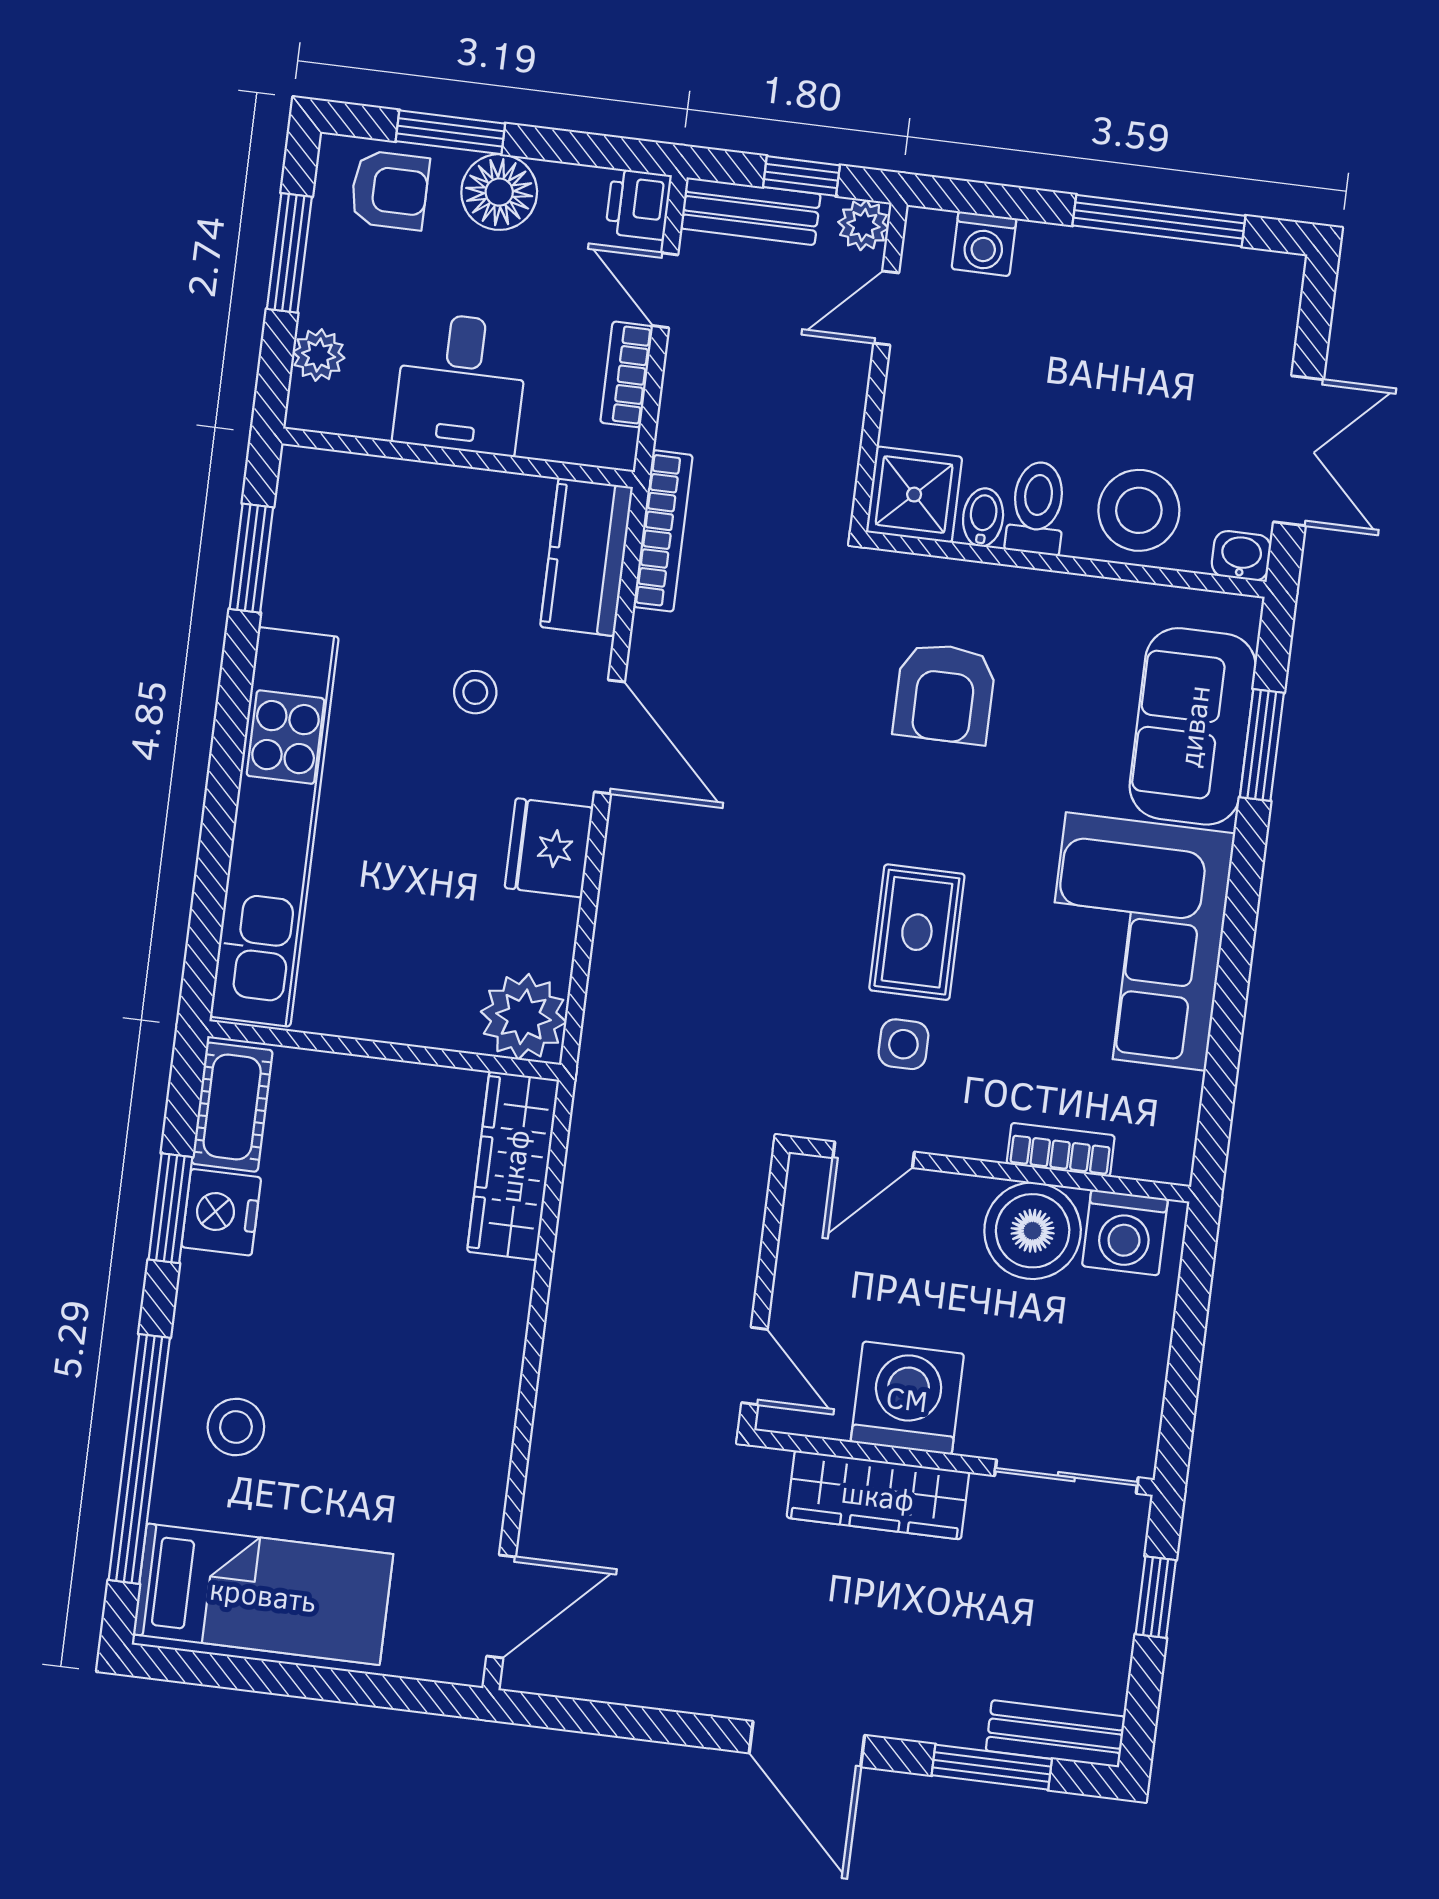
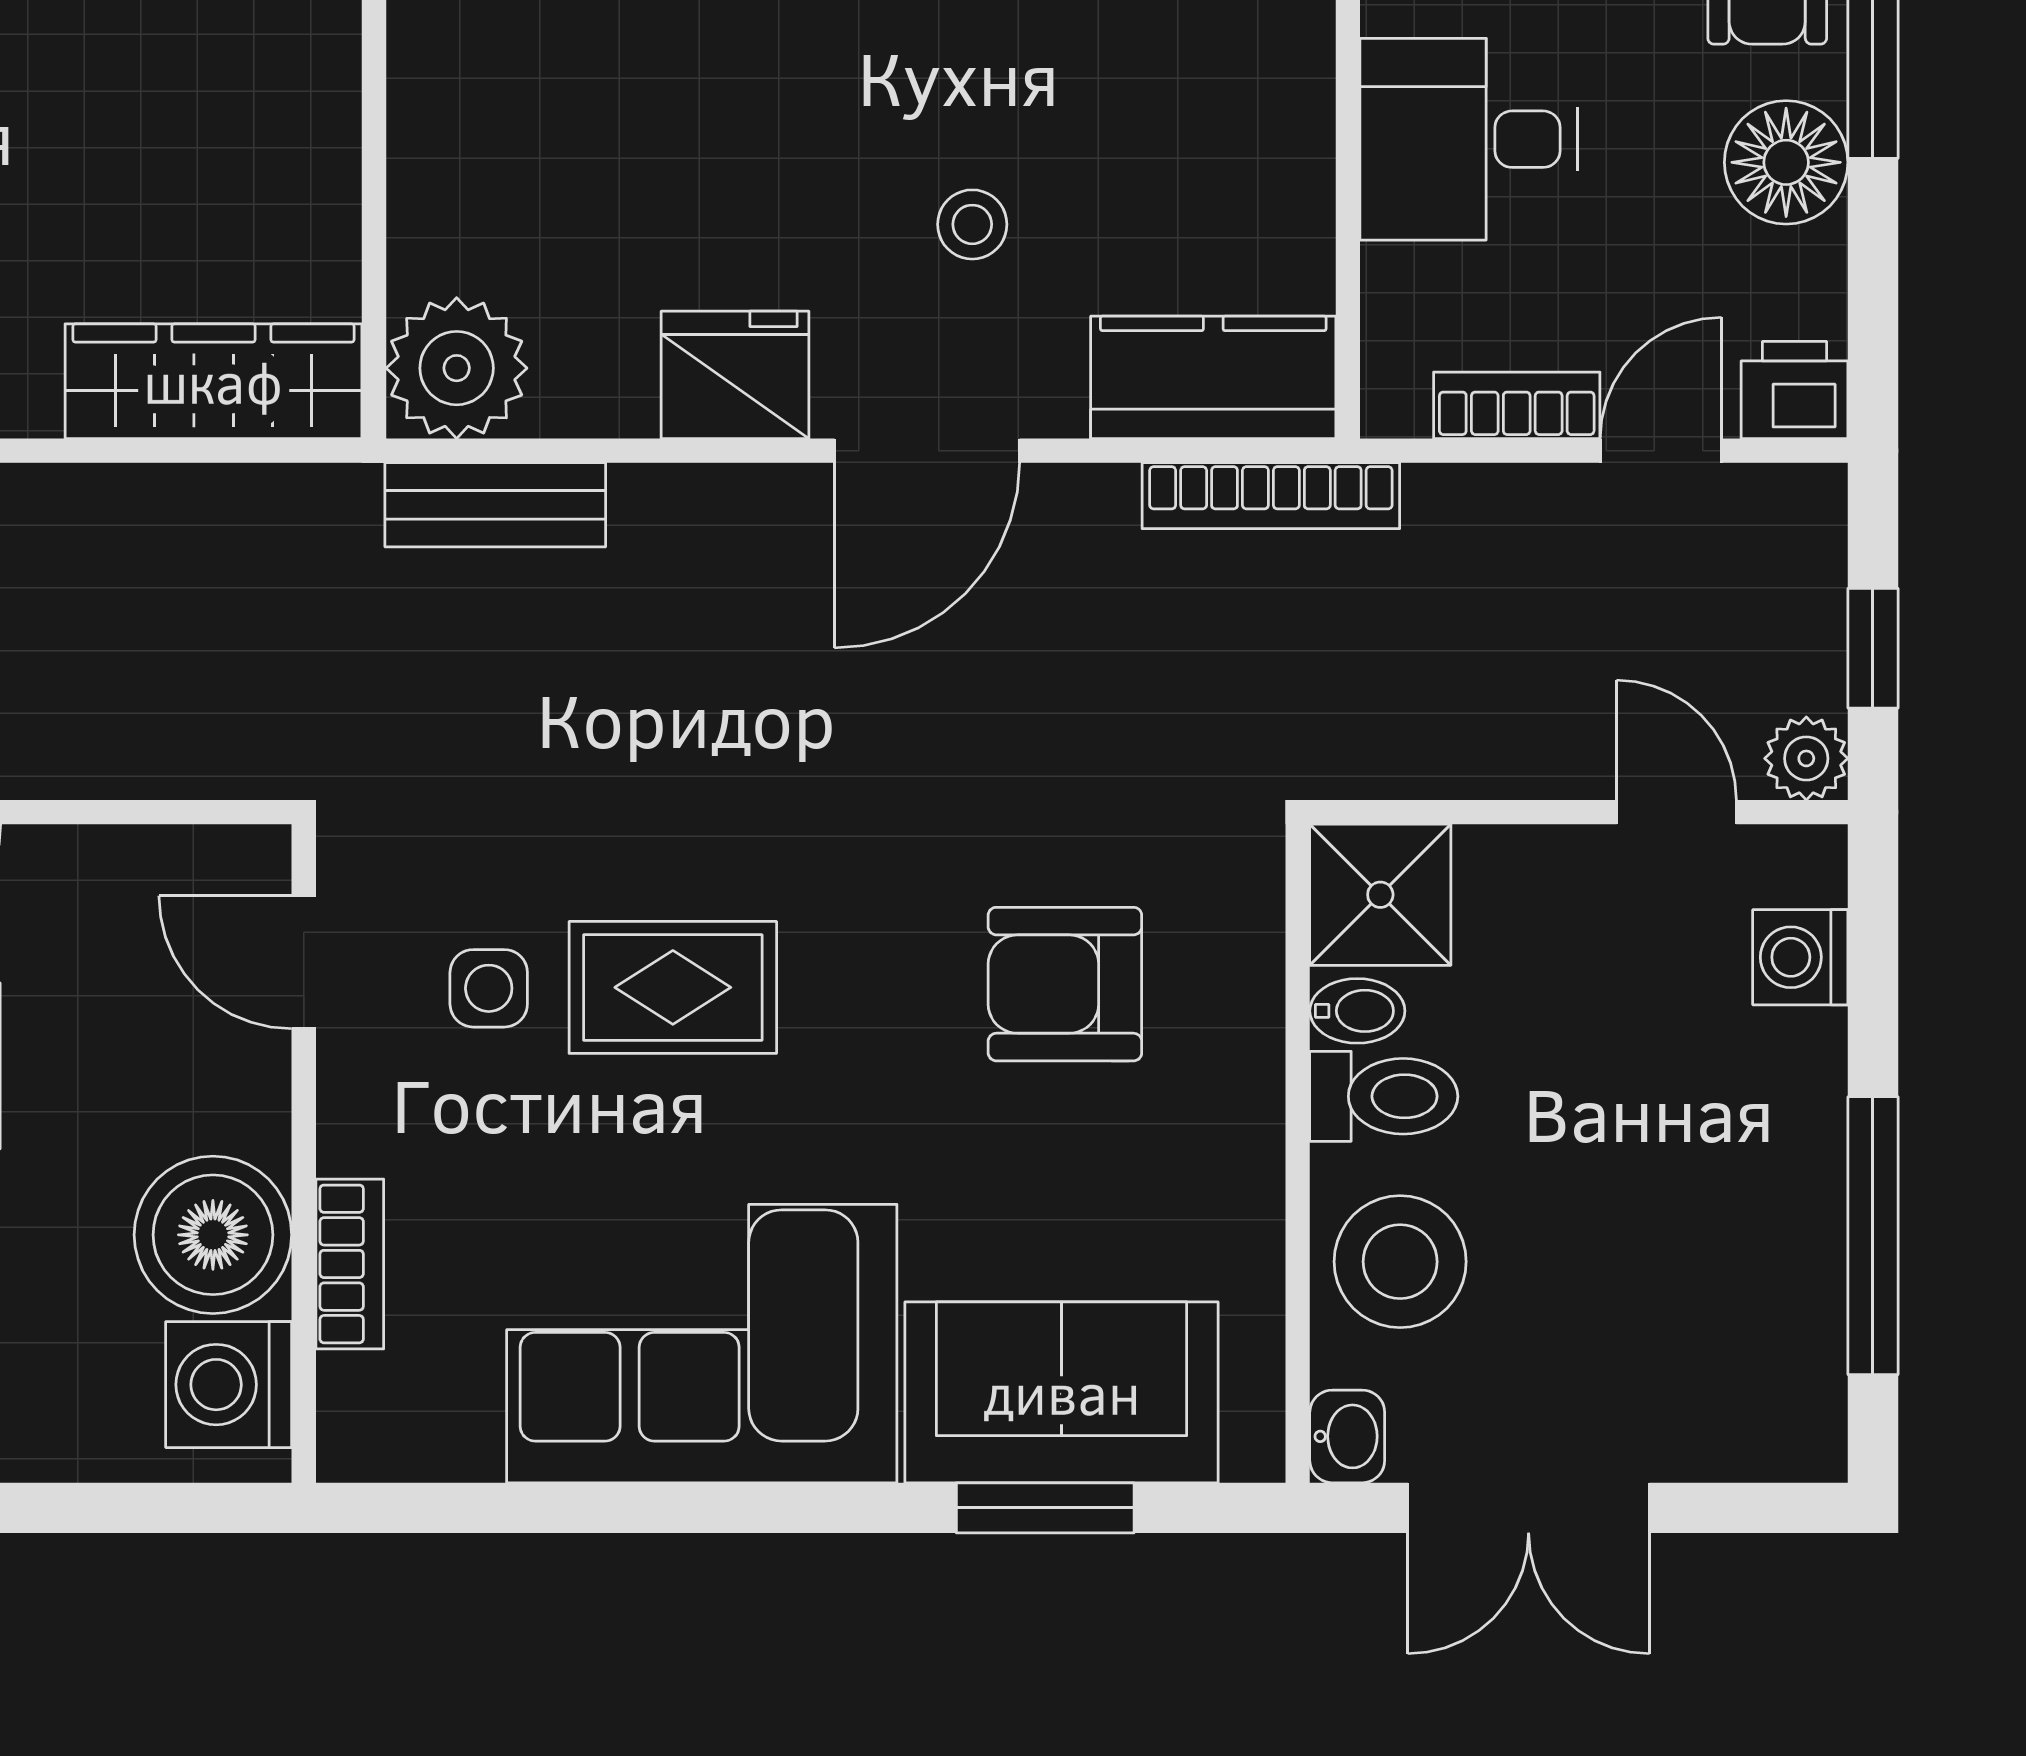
bench: (751, 211) -> (495, 505), moved, turned 90

